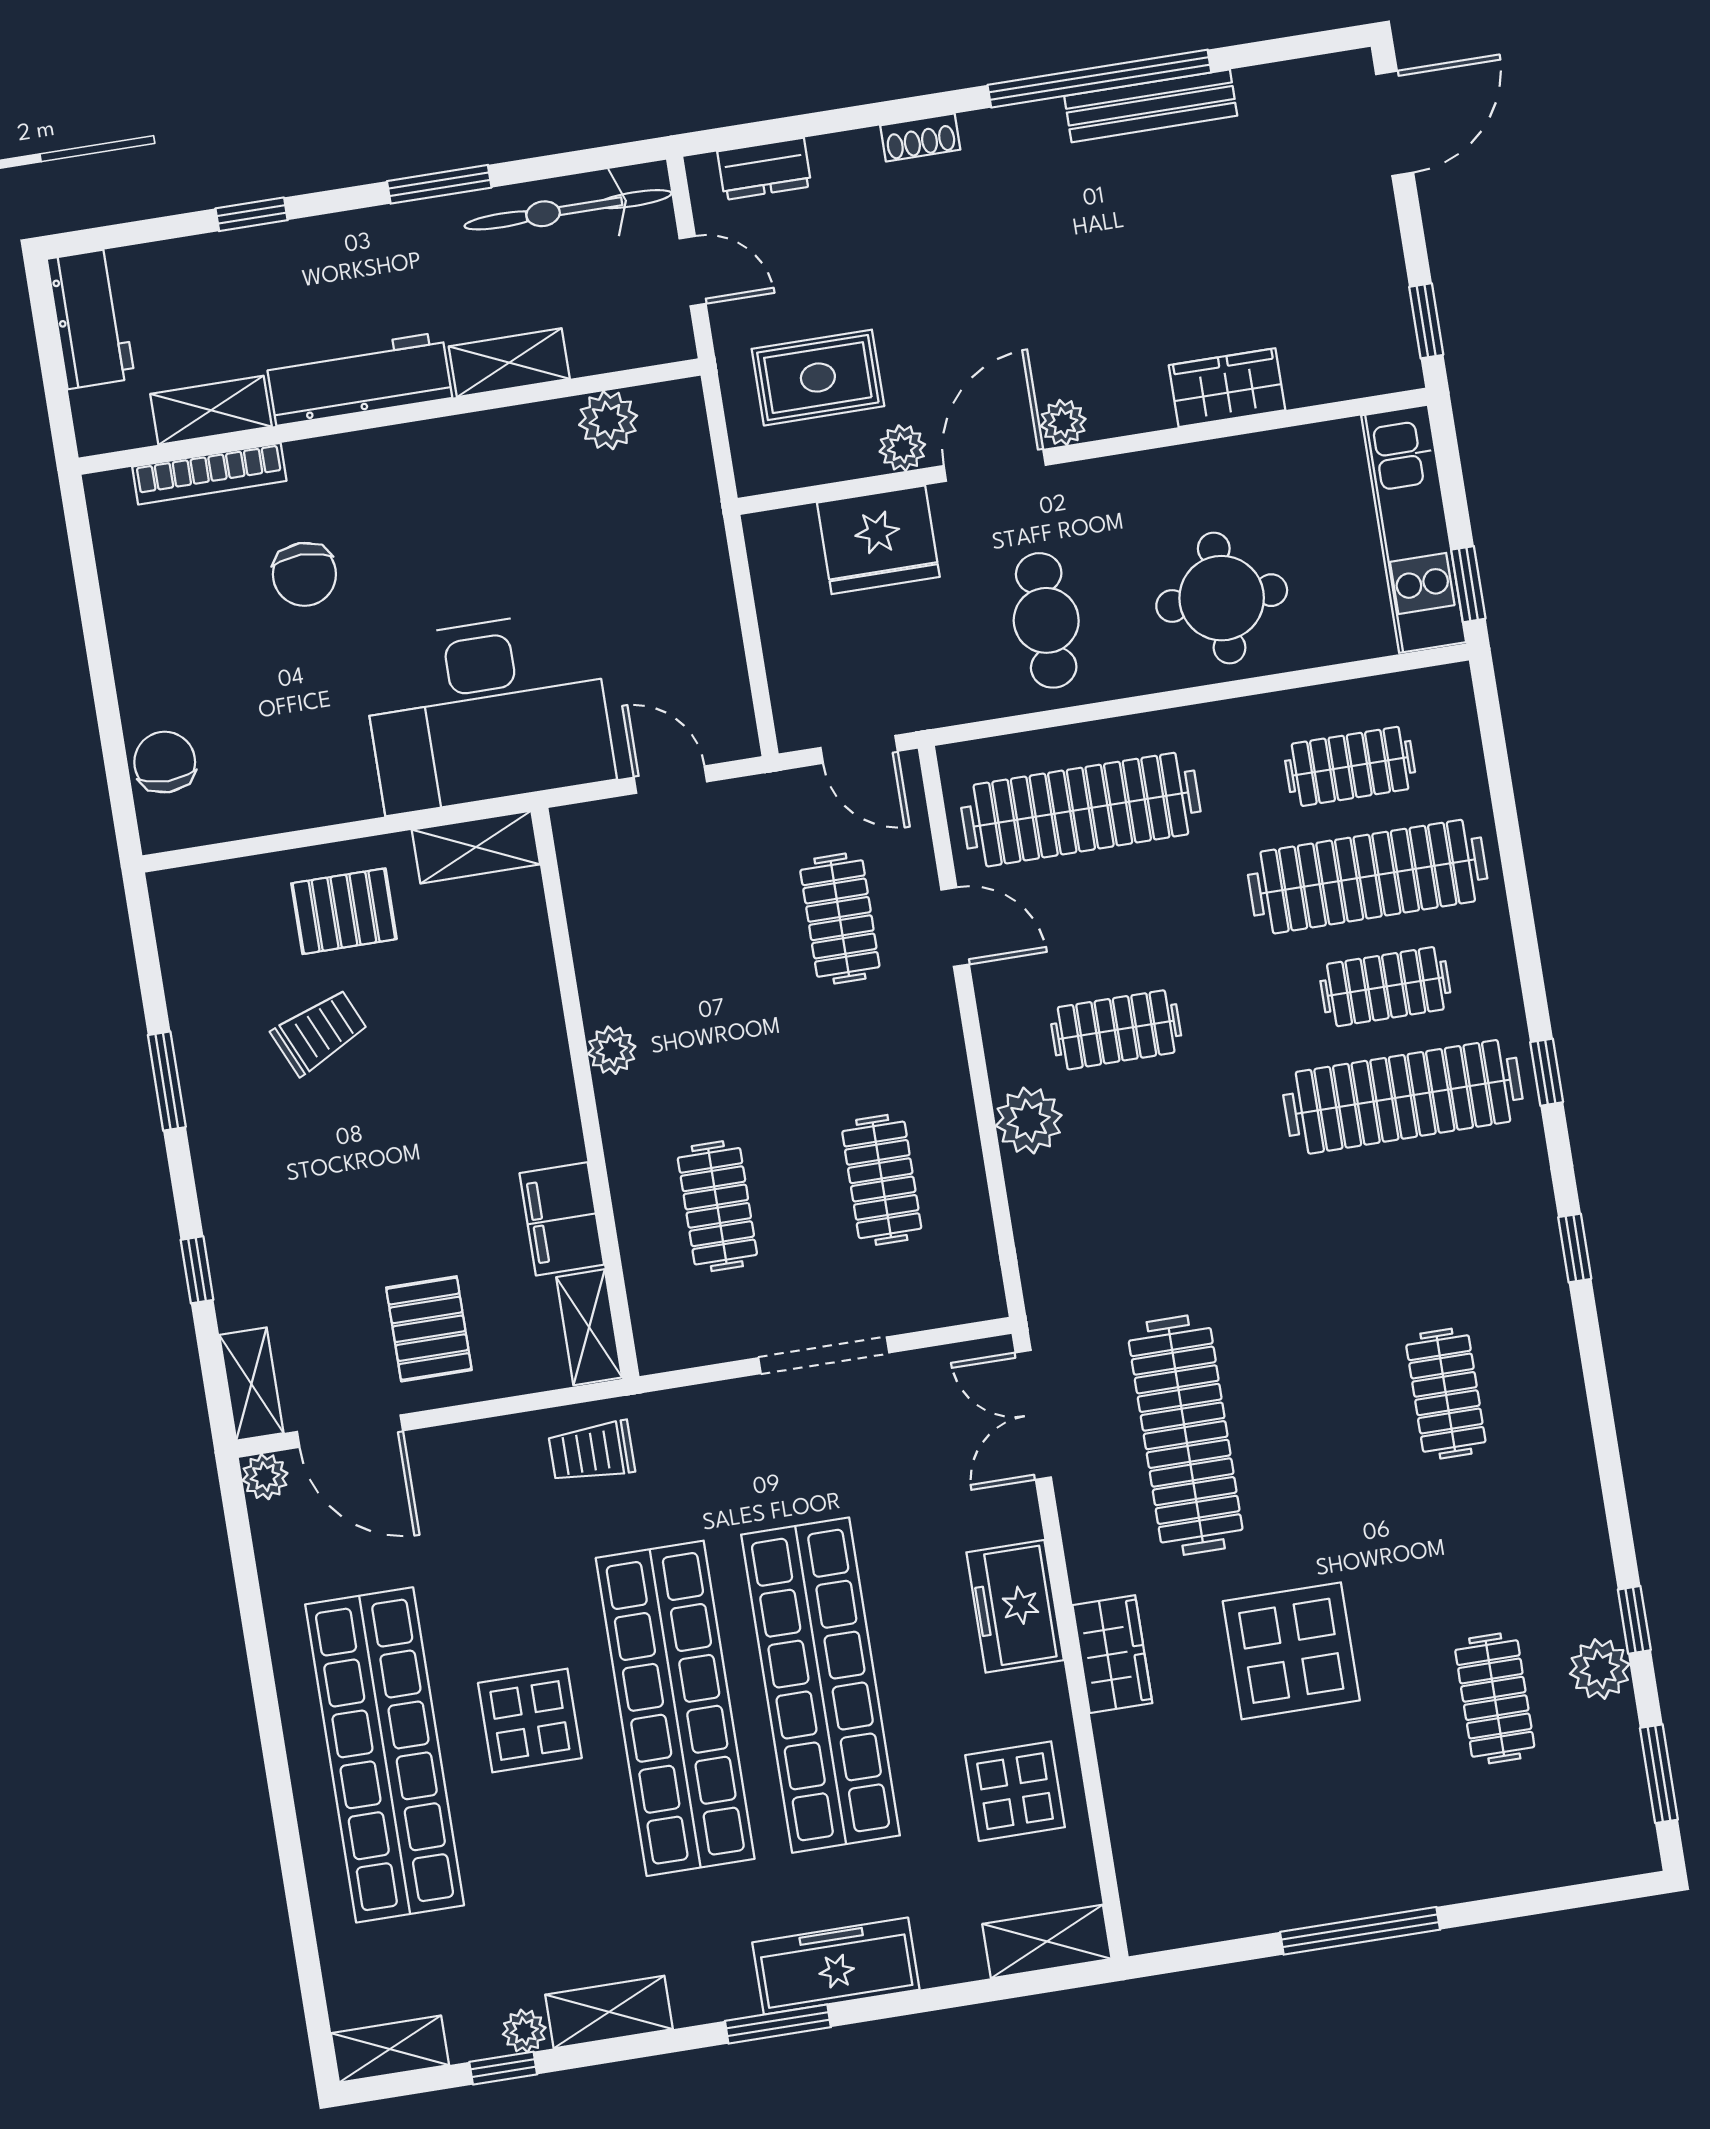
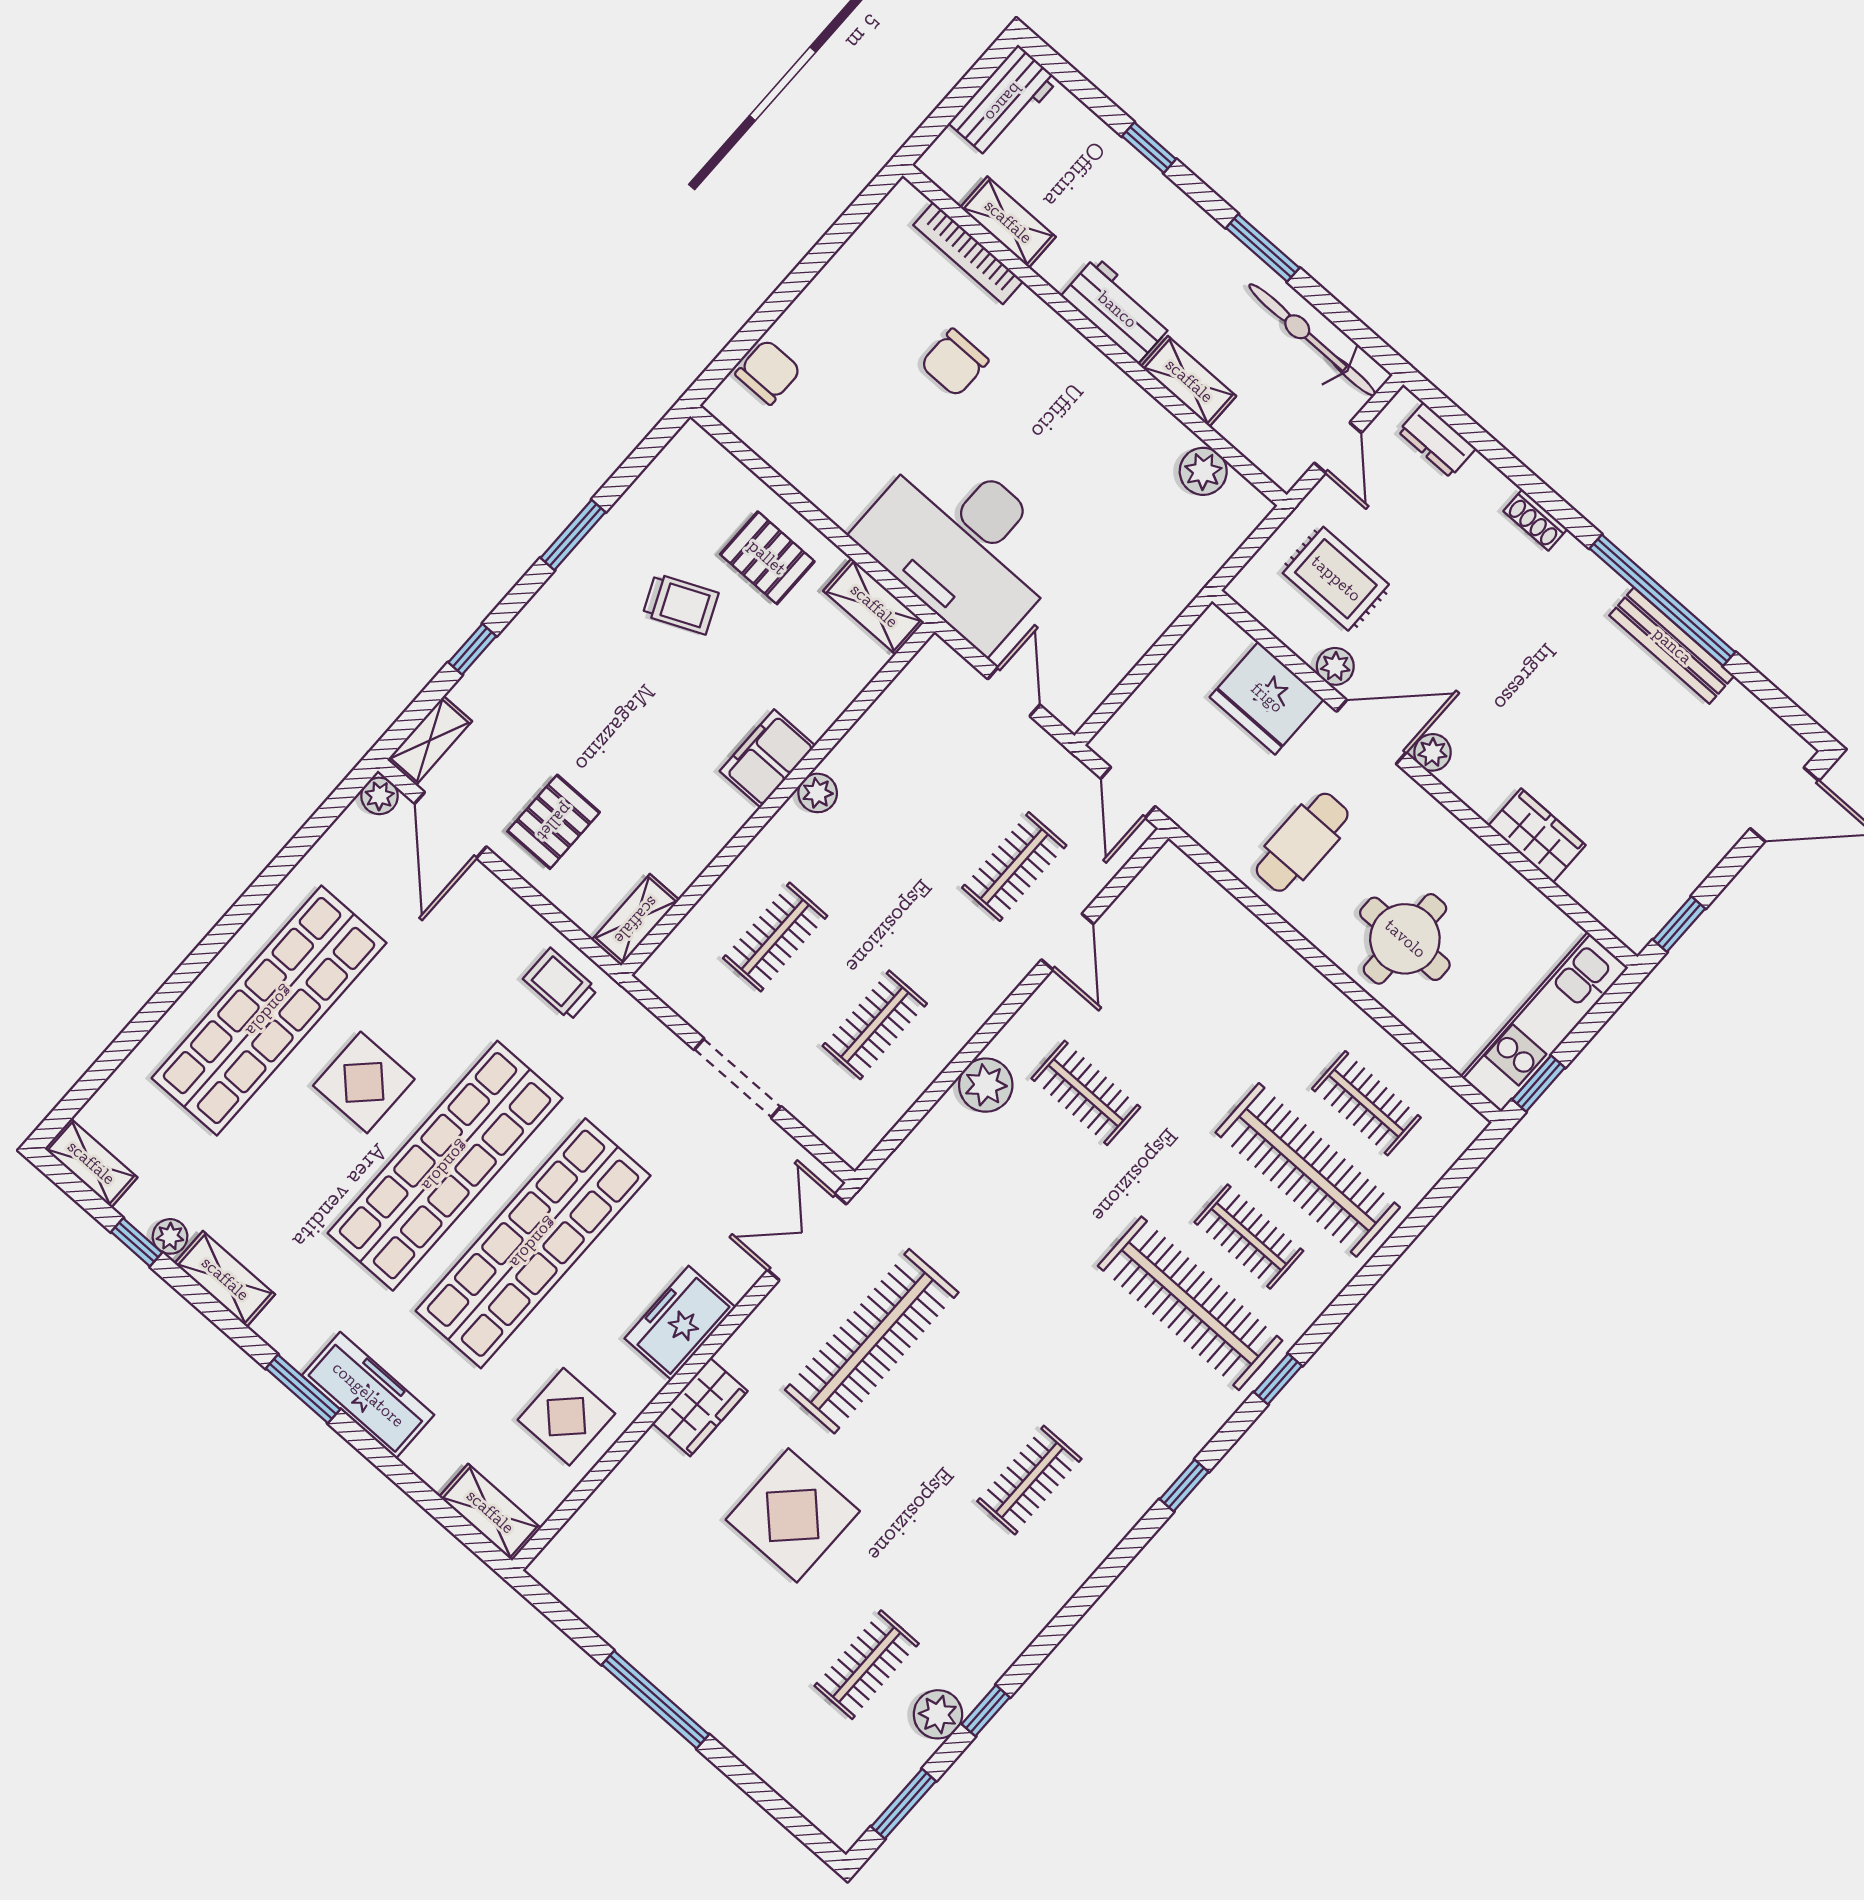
workbench: (359, 379) -> (1117, 310), width x0.73
clothes rail: (1081, 810) -> (1203, 959), removed
filing cabinet: (562, 1219) -> (767, 758), moved

